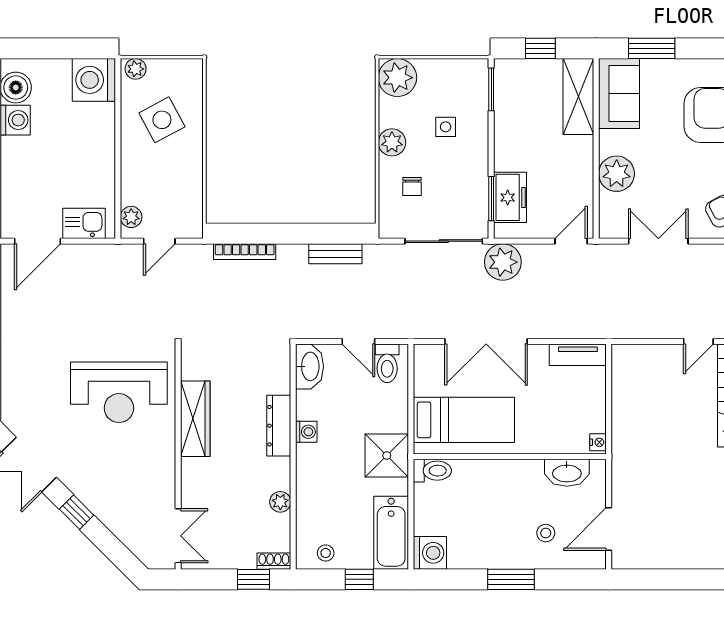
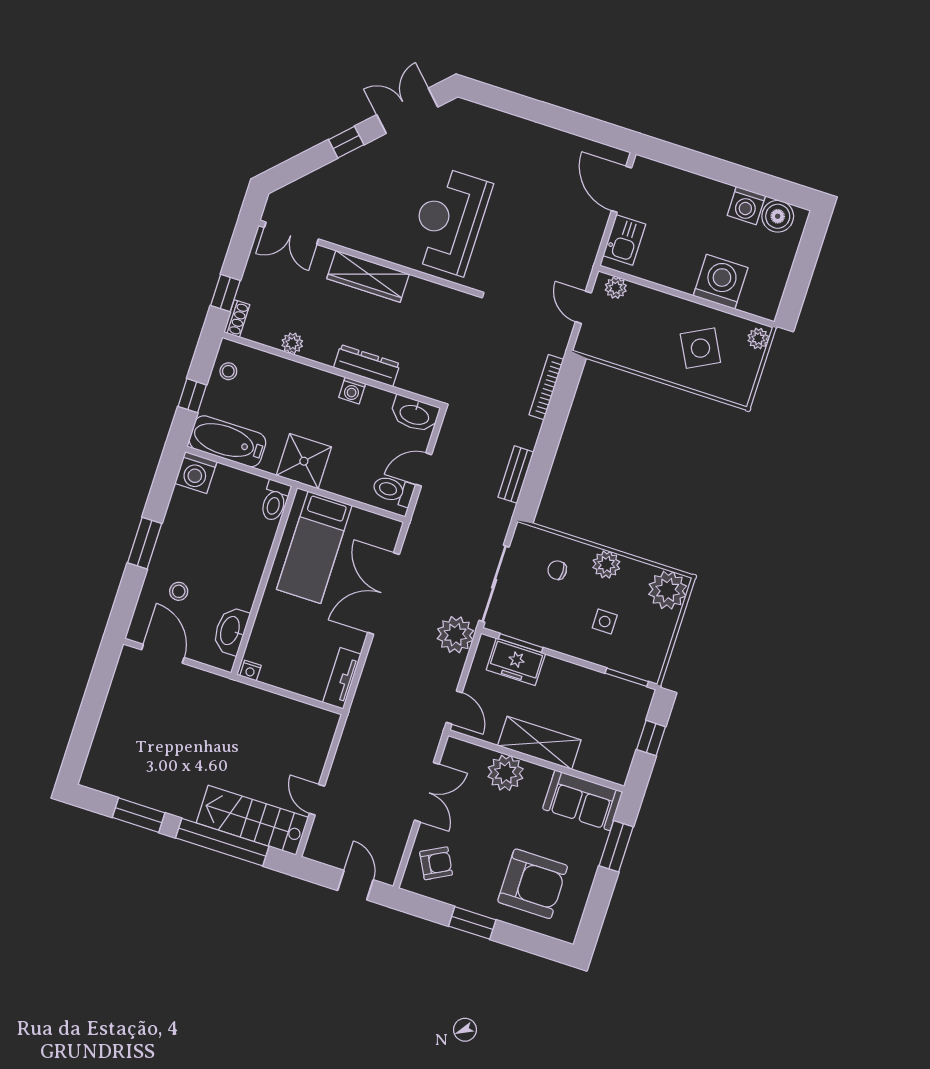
washing machine: (94, 80) -> (721, 282), moved
shelving: (578, 97) -> (539, 743), moved
wardrobe: (195, 419) -> (368, 276), moved

